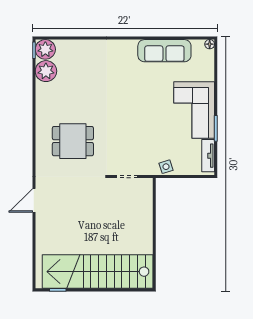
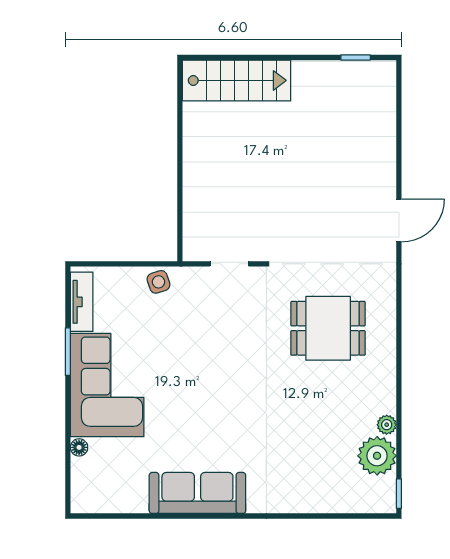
floor lamp: (210, 44) -> (79, 447), moved
plant: (45, 49) -> (387, 425), moved, width x0.53, depth x0.53
sofa: (164, 51) -> (197, 493), moved
stairs: (98, 272) -> (237, 80), width x0.54, depth x0.66

